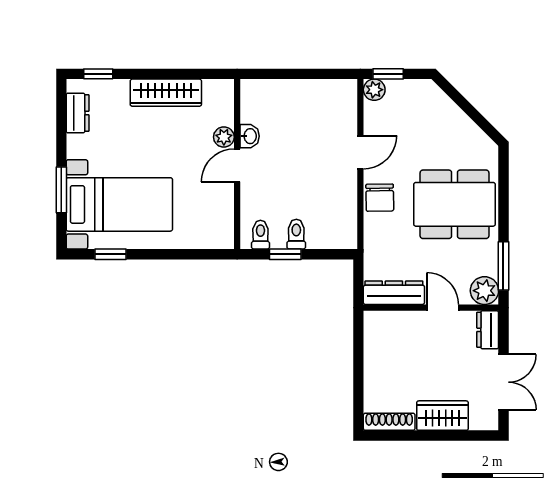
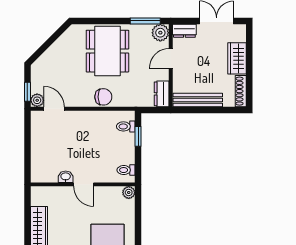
plant: (224, 137) -> (129, 192), moved
door: (360, 152) -> (54, 109), moved
toilet: (296, 234) -> (126, 126), moved
window: (285, 254) -> (138, 136), moved
dresser: (394, 293) -> (162, 94), width x0.70
bench: (375, 351) -> (198, 100), added

